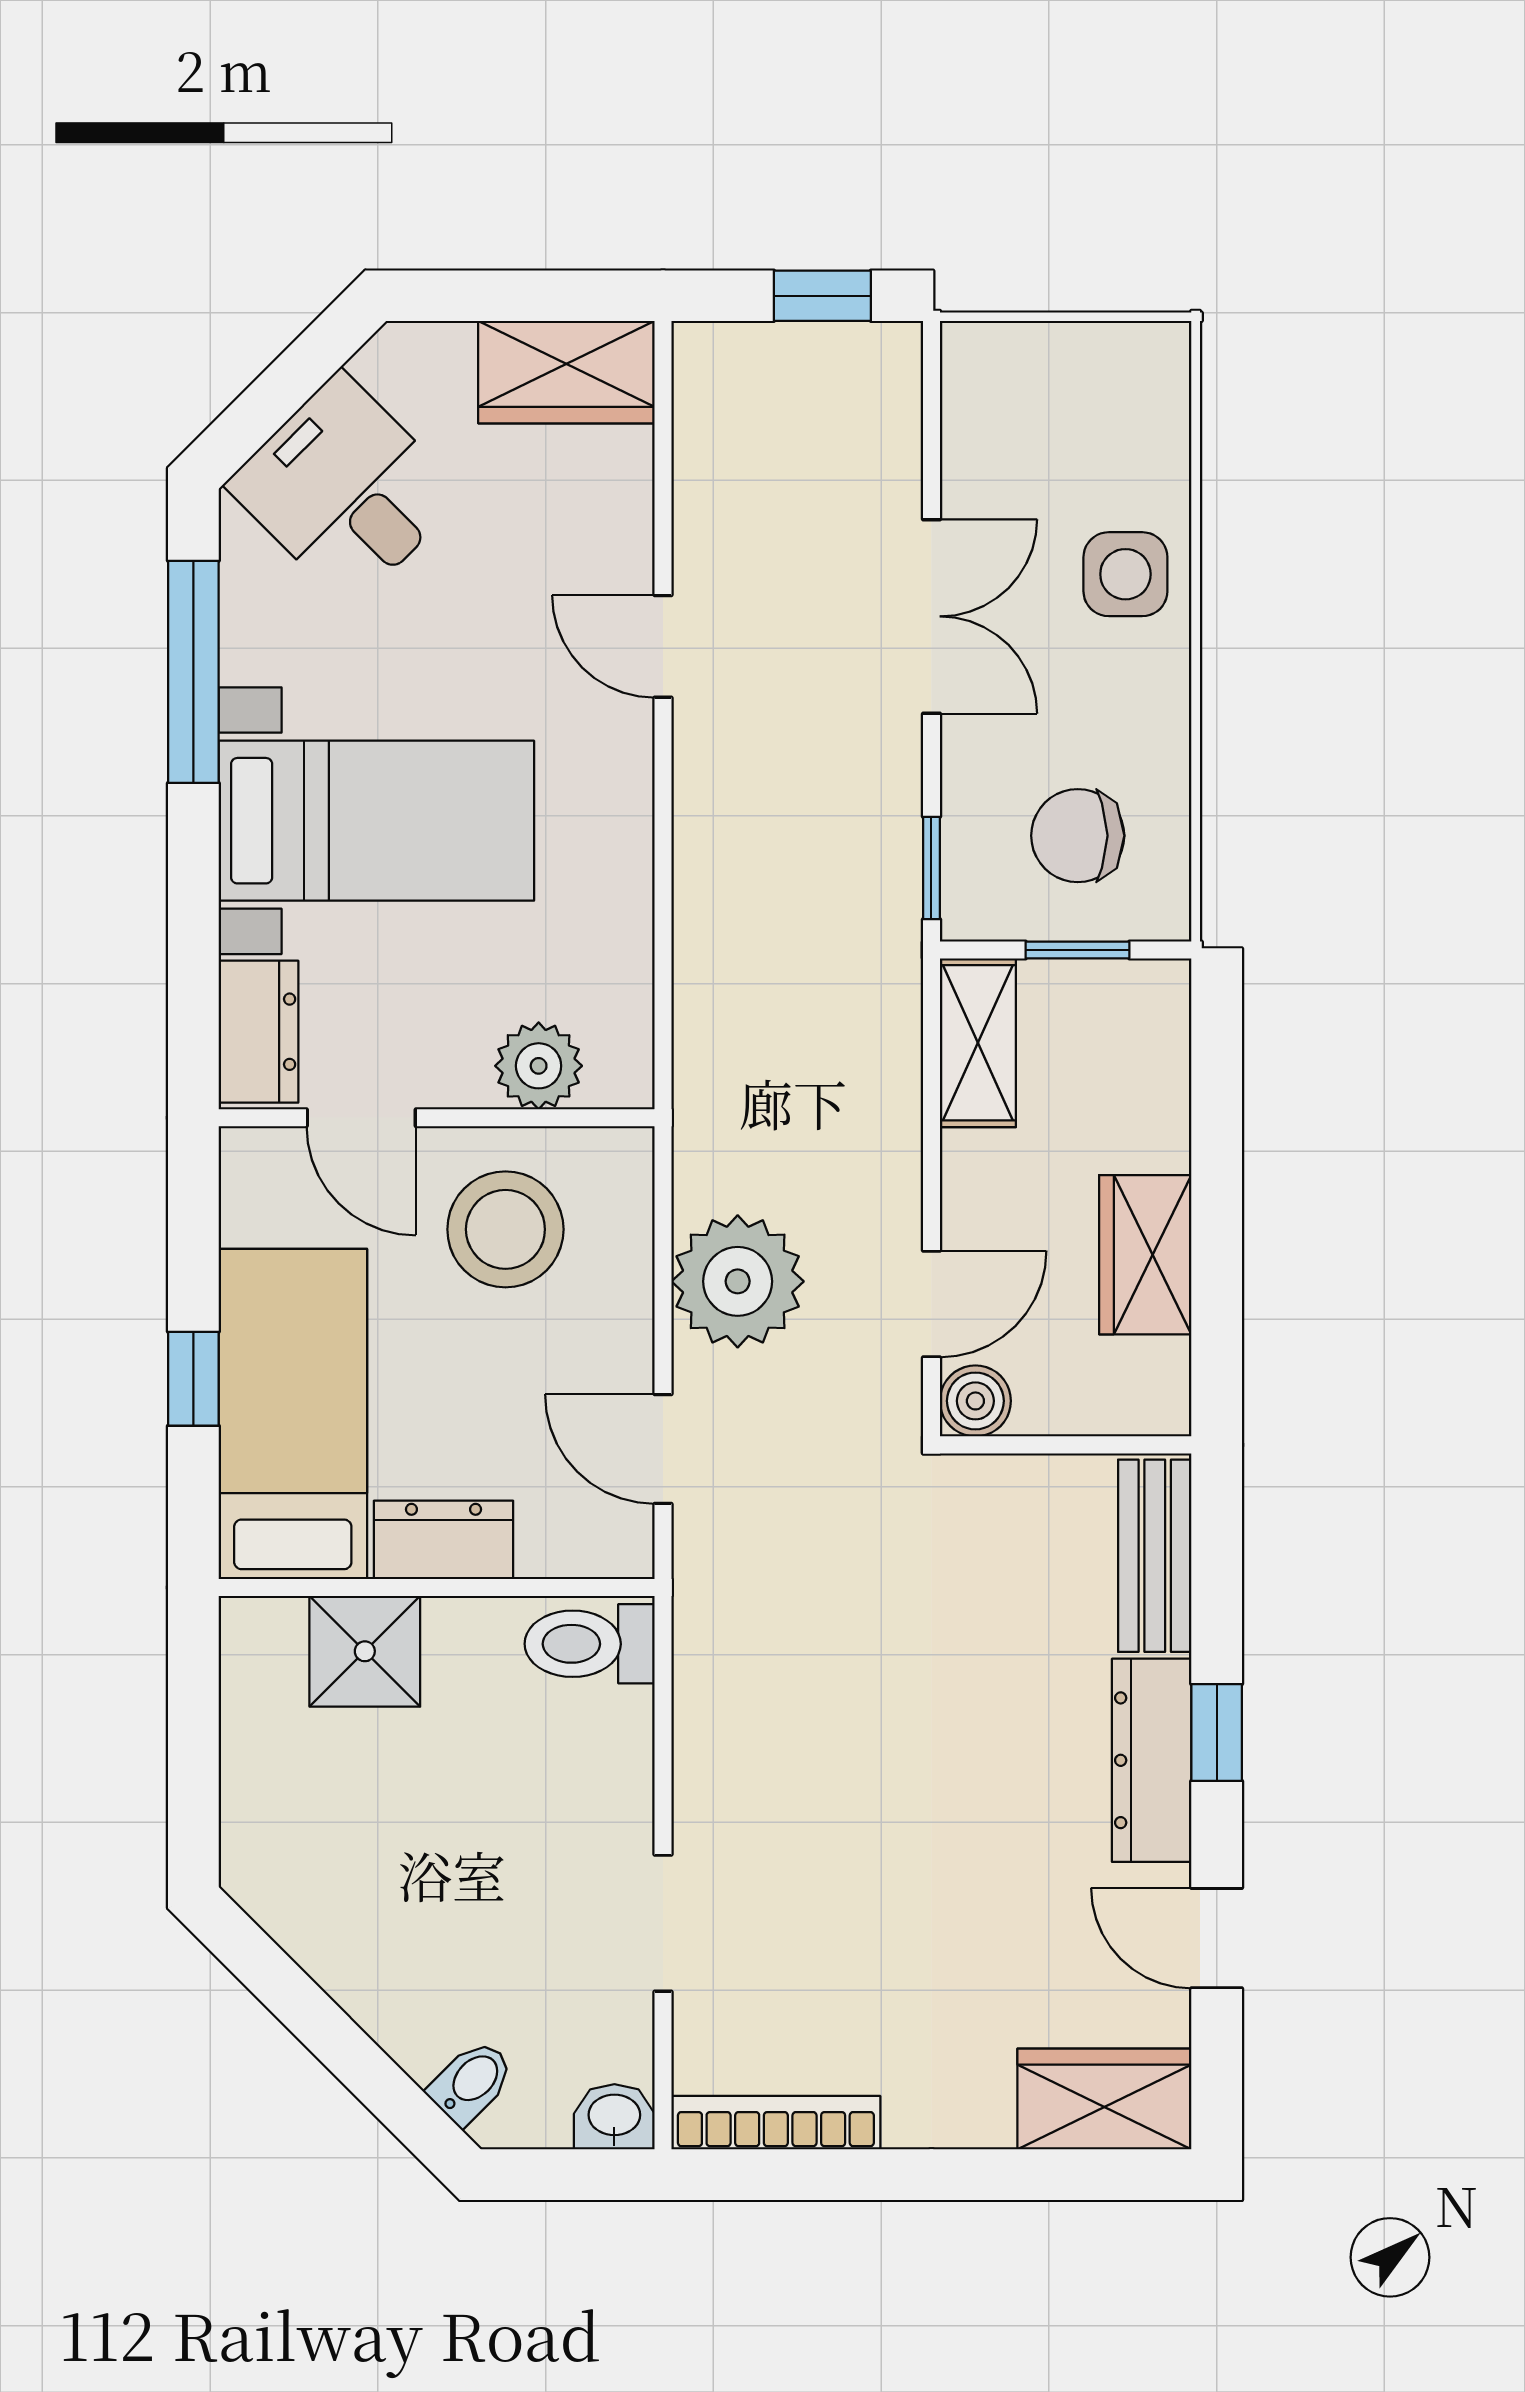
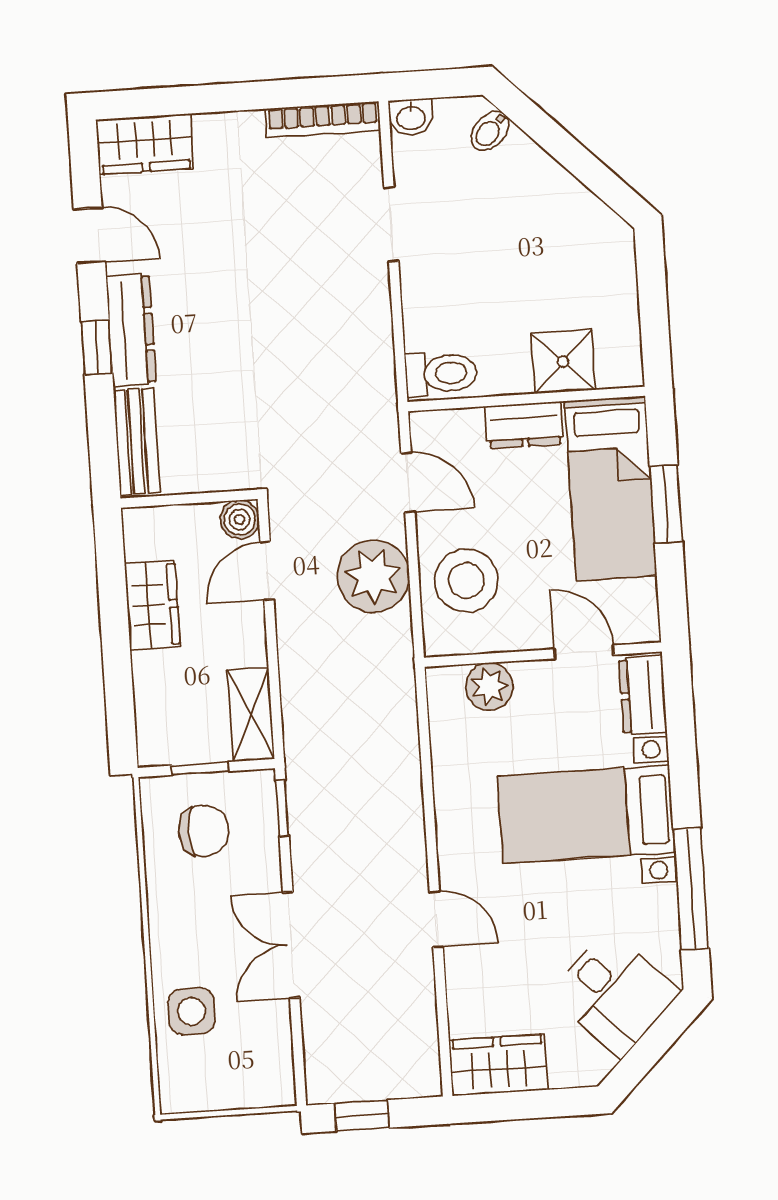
side table: (1125, 574) -> (192, 1011), moved
stool: (505, 1229) -> (466, 580), moved
window: (193, 1379) -> (666, 504), width x1.50

